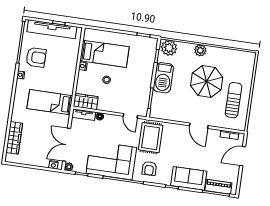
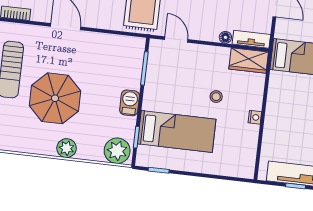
bed: (104, 54) -> (177, 131), moved, turned 180
barbecue: (163, 78) -> (130, 103), width x0.53, depth x0.65

